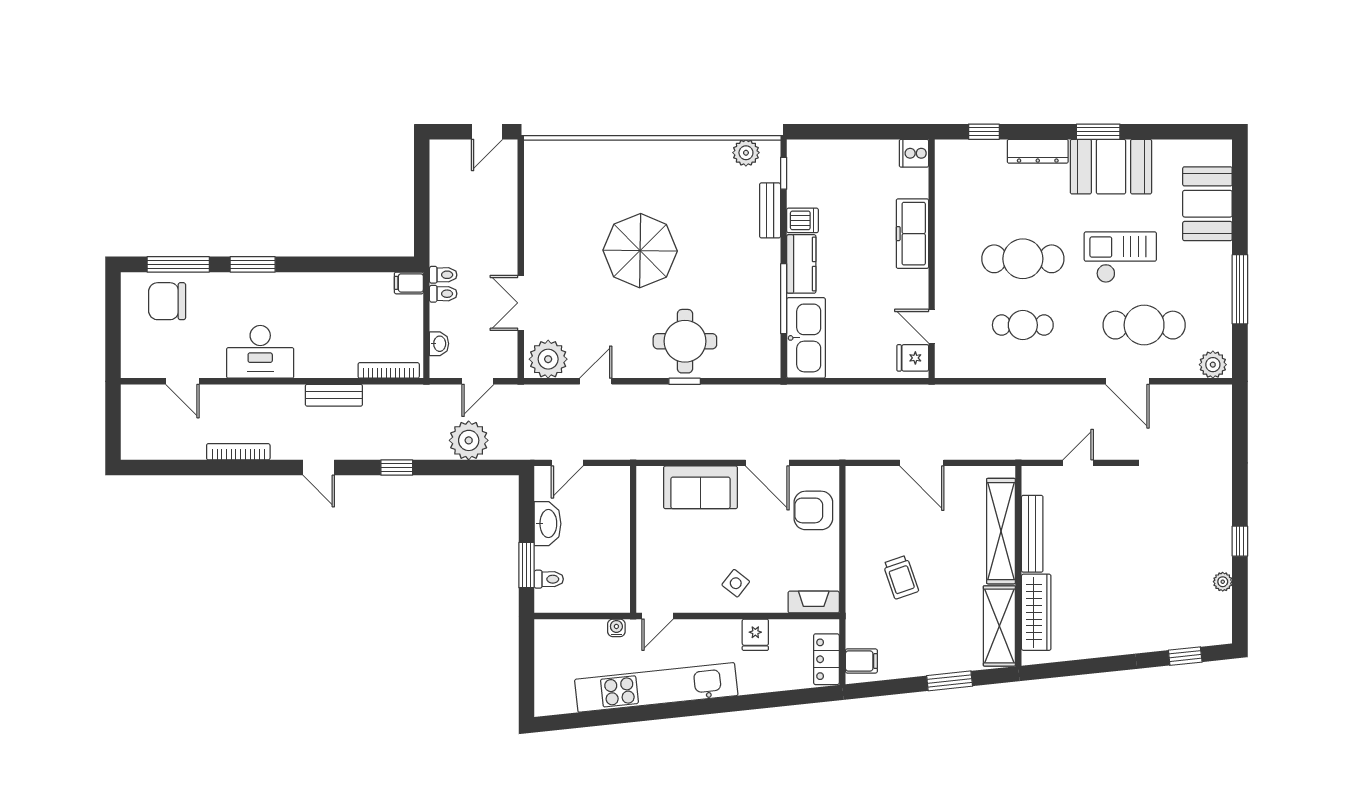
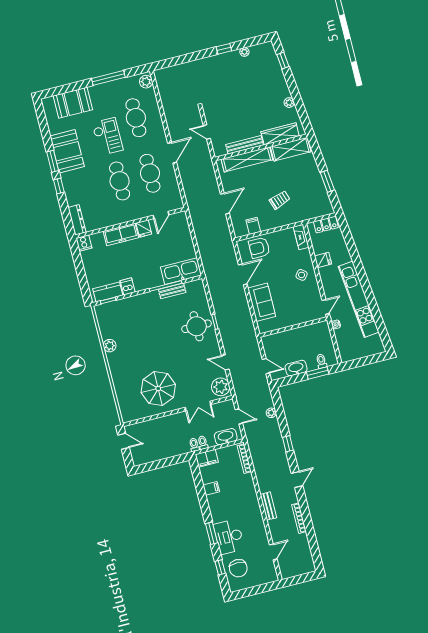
window: (984, 132) -> (59, 186), moved
dresser: (1038, 151) -> (77, 220), moved
plant: (746, 153) -> (110, 346), moved
bench: (770, 210) -> (172, 291), moved
parasol: (640, 251) -> (158, 388), moved
checkout: (1120, 257) -> (108, 136), turned 180
window: (178, 264) -> (220, 567), width x0.46
kitchen counter: (801, 264) -> (108, 292), moved
filing cabinet: (409, 283) -> (207, 458), width x2.00
filing cabinet: (345, 287) -> (211, 488), added
cafe table: (1023, 325) -> (150, 173), width x1.37, depth x1.35
washbasin: (439, 344) -> (226, 437), width x1.91, depth x1.45
desk: (260, 352) -> (229, 537), moved, turned 180
fridge: (913, 358) -> (144, 229), moved
door: (1127, 381) -> (172, 153), moved
bench: (334, 395) -> (268, 506), moved
plant: (469, 440) -> (271, 413), width x0.53, depth x0.53
armchair: (813, 510) -> (259, 248), turned 90
door: (658, 616) -> (326, 307), hinge flipped
plant: (1096, 647) -> (289, 103), added
filing cabinet: (861, 661) -> (253, 226), moved
window: (950, 681) -> (327, 181), moved

